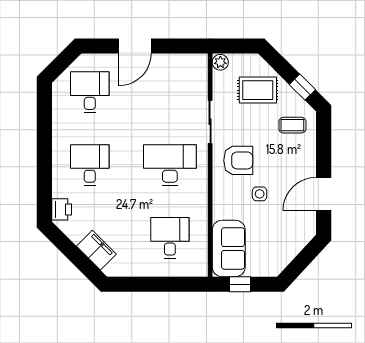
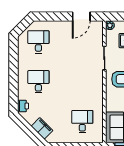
door: (135, 46) -> (81, 17), moved
desk: (170, 165) -> (82, 82), removed

